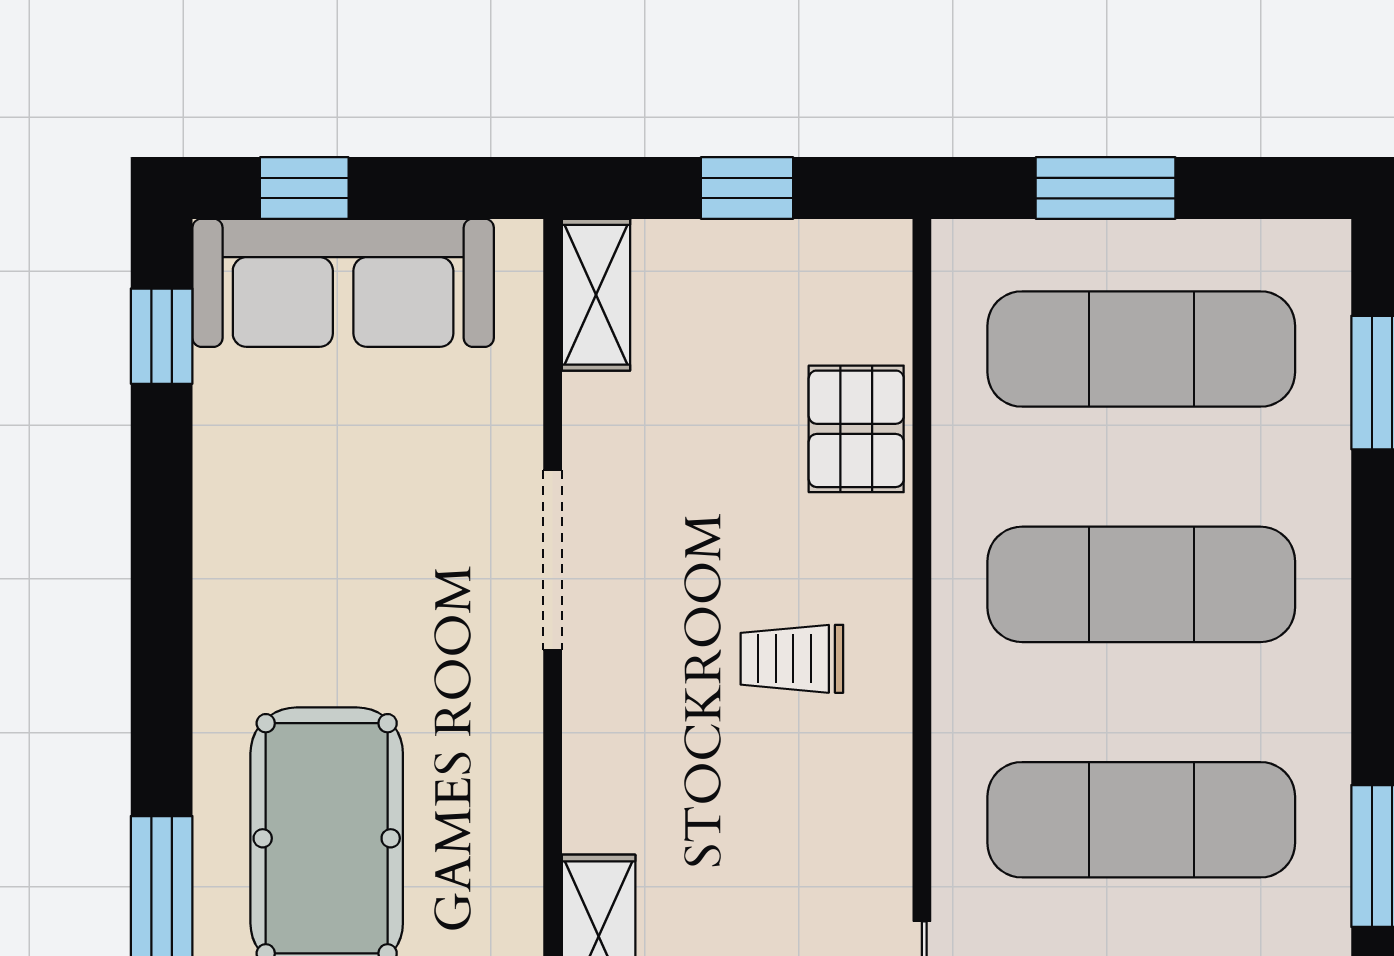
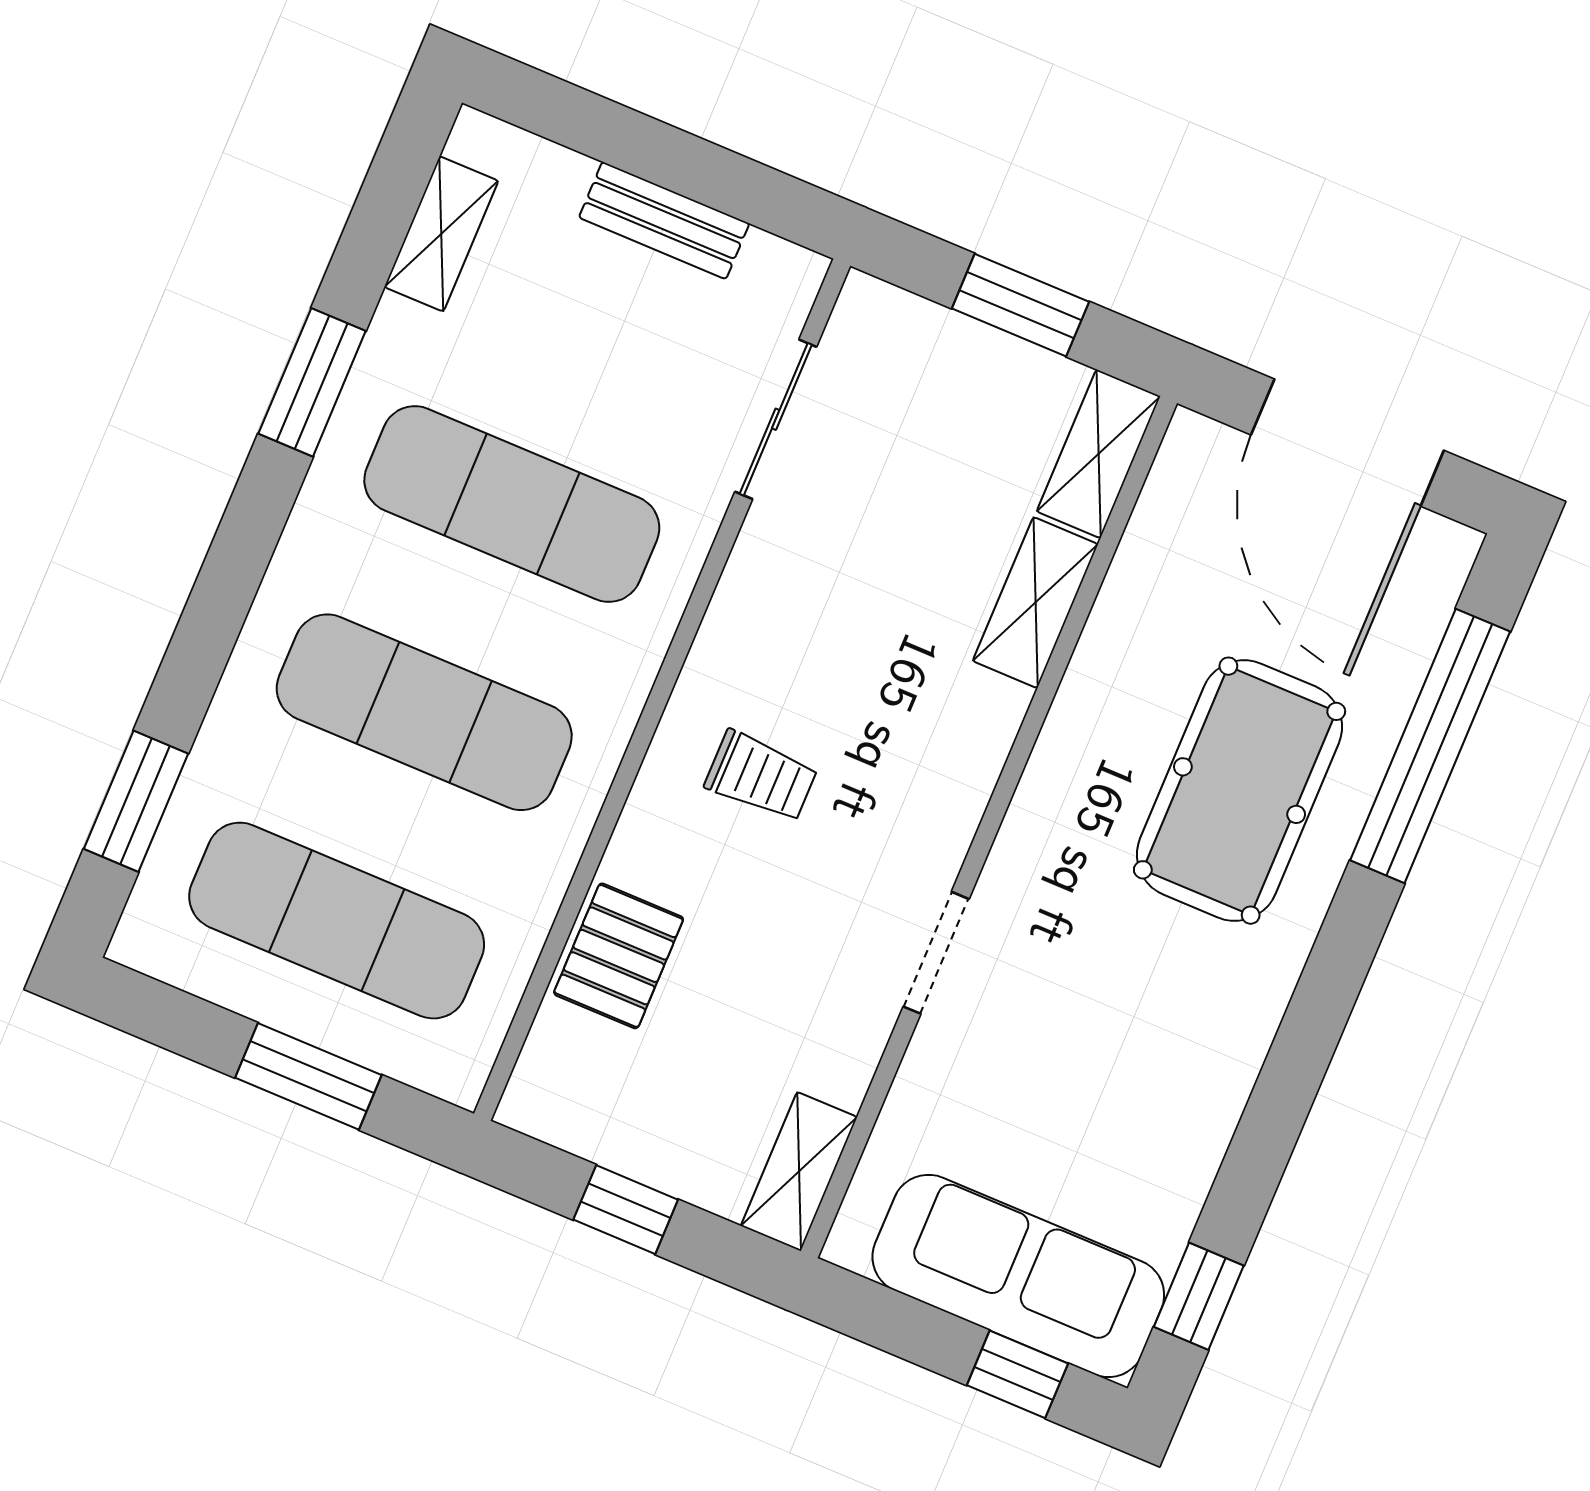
doorway: (553, 560) -> (936, 953), width x0.73

